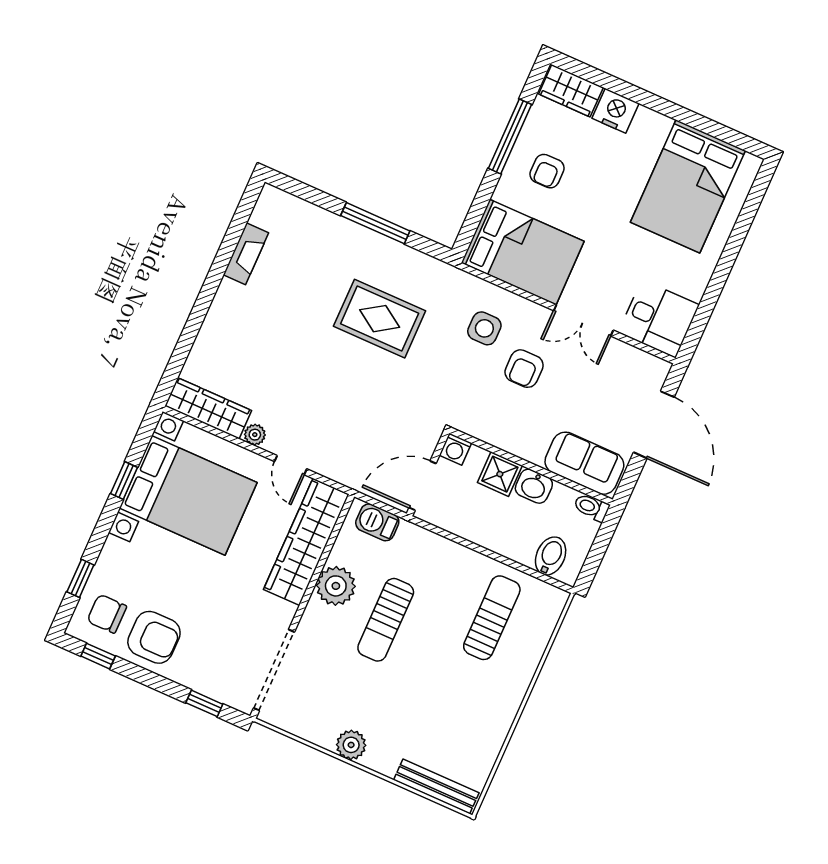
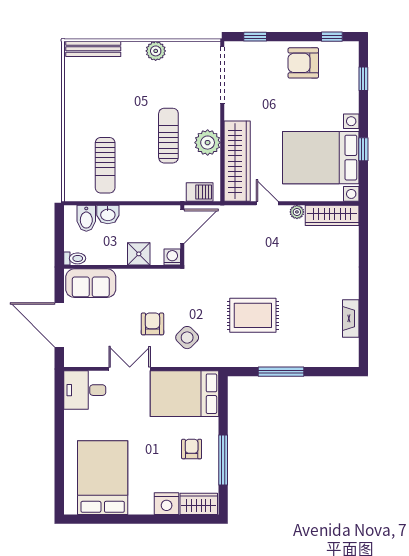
side table: (484, 328) -> (187, 338), turned 45
washbasin: (534, 486) -> (108, 214), moved, turned 180
chair: (107, 614) -> (338, 64), removed

